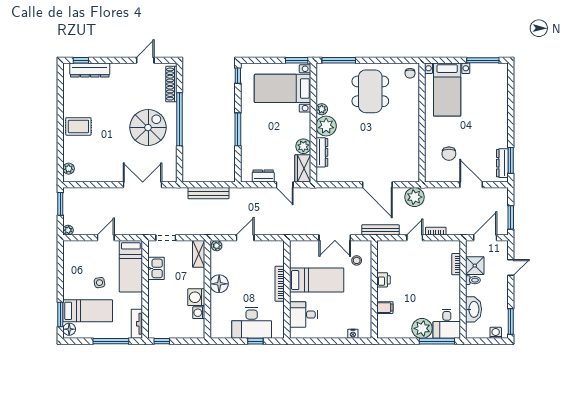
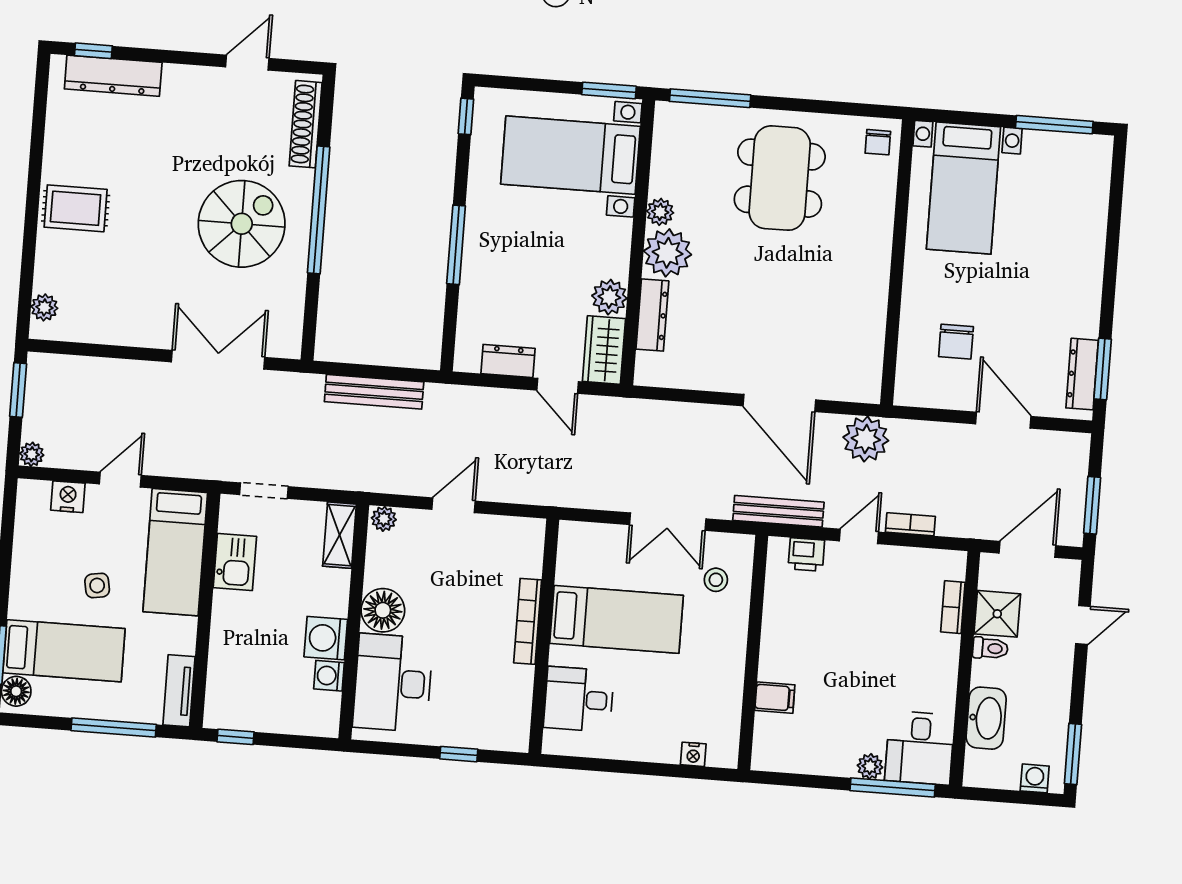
nightstand: (84, 247) -> (68, 497), added
printer: (384, 280) -> (806, 554), moved, turned 90
desk: (252, 323) -> (393, 683), moved, turned 90
plant: (422, 328) -> (870, 766), width x0.53, depth x0.53

